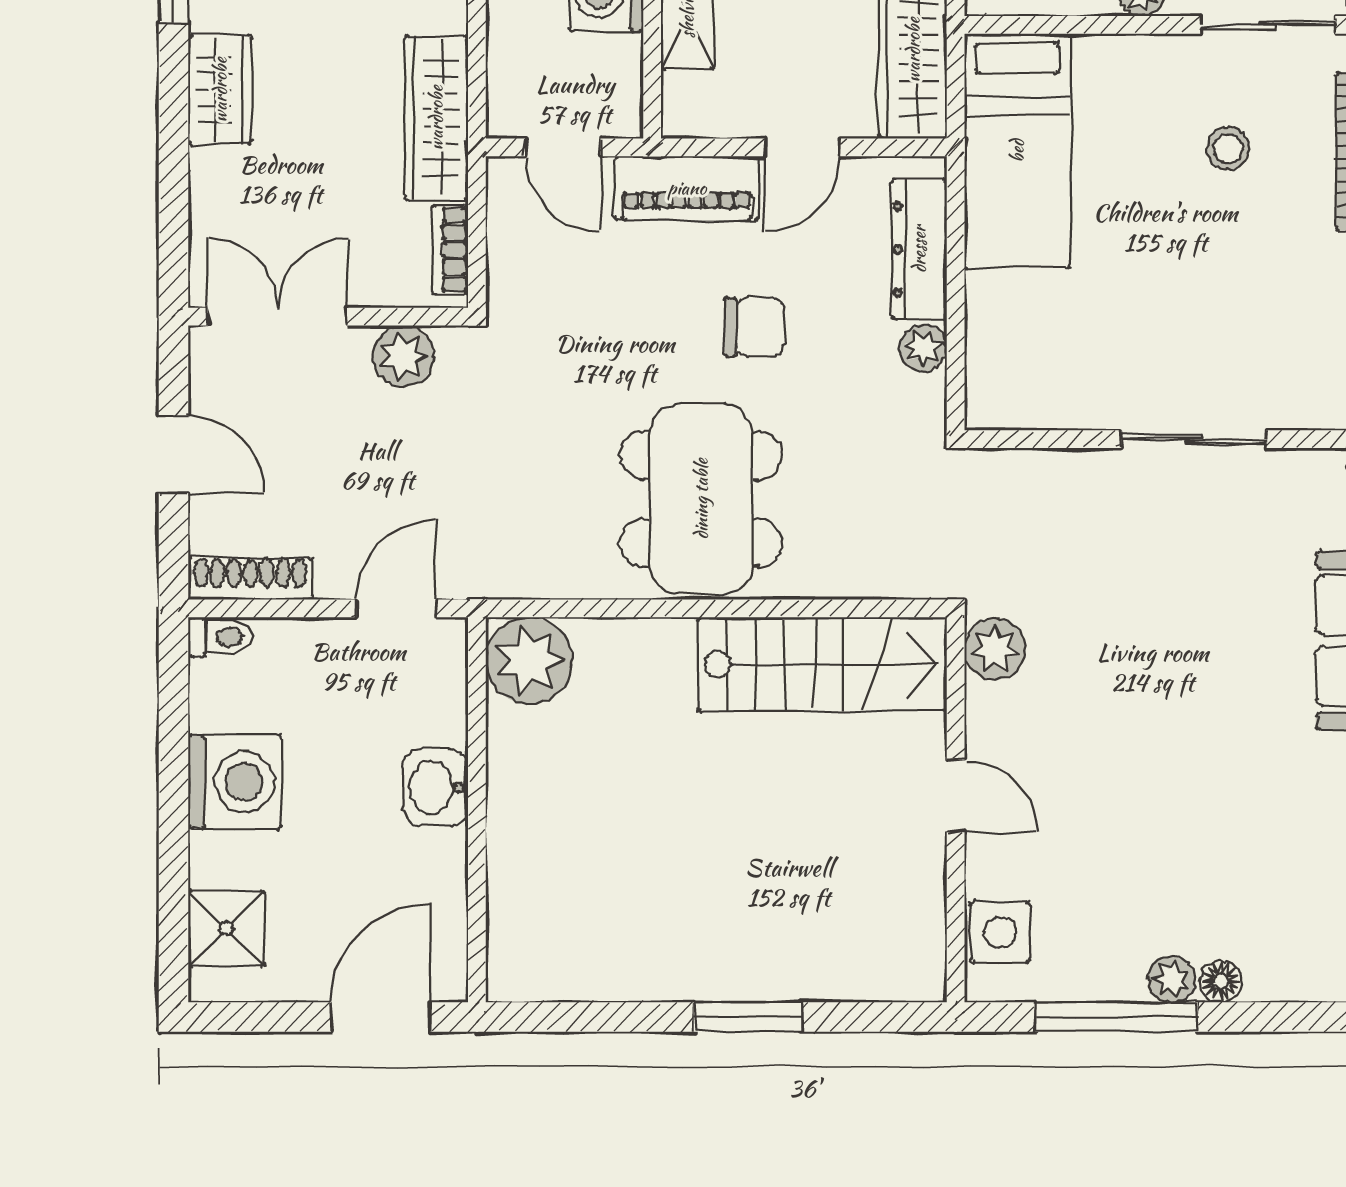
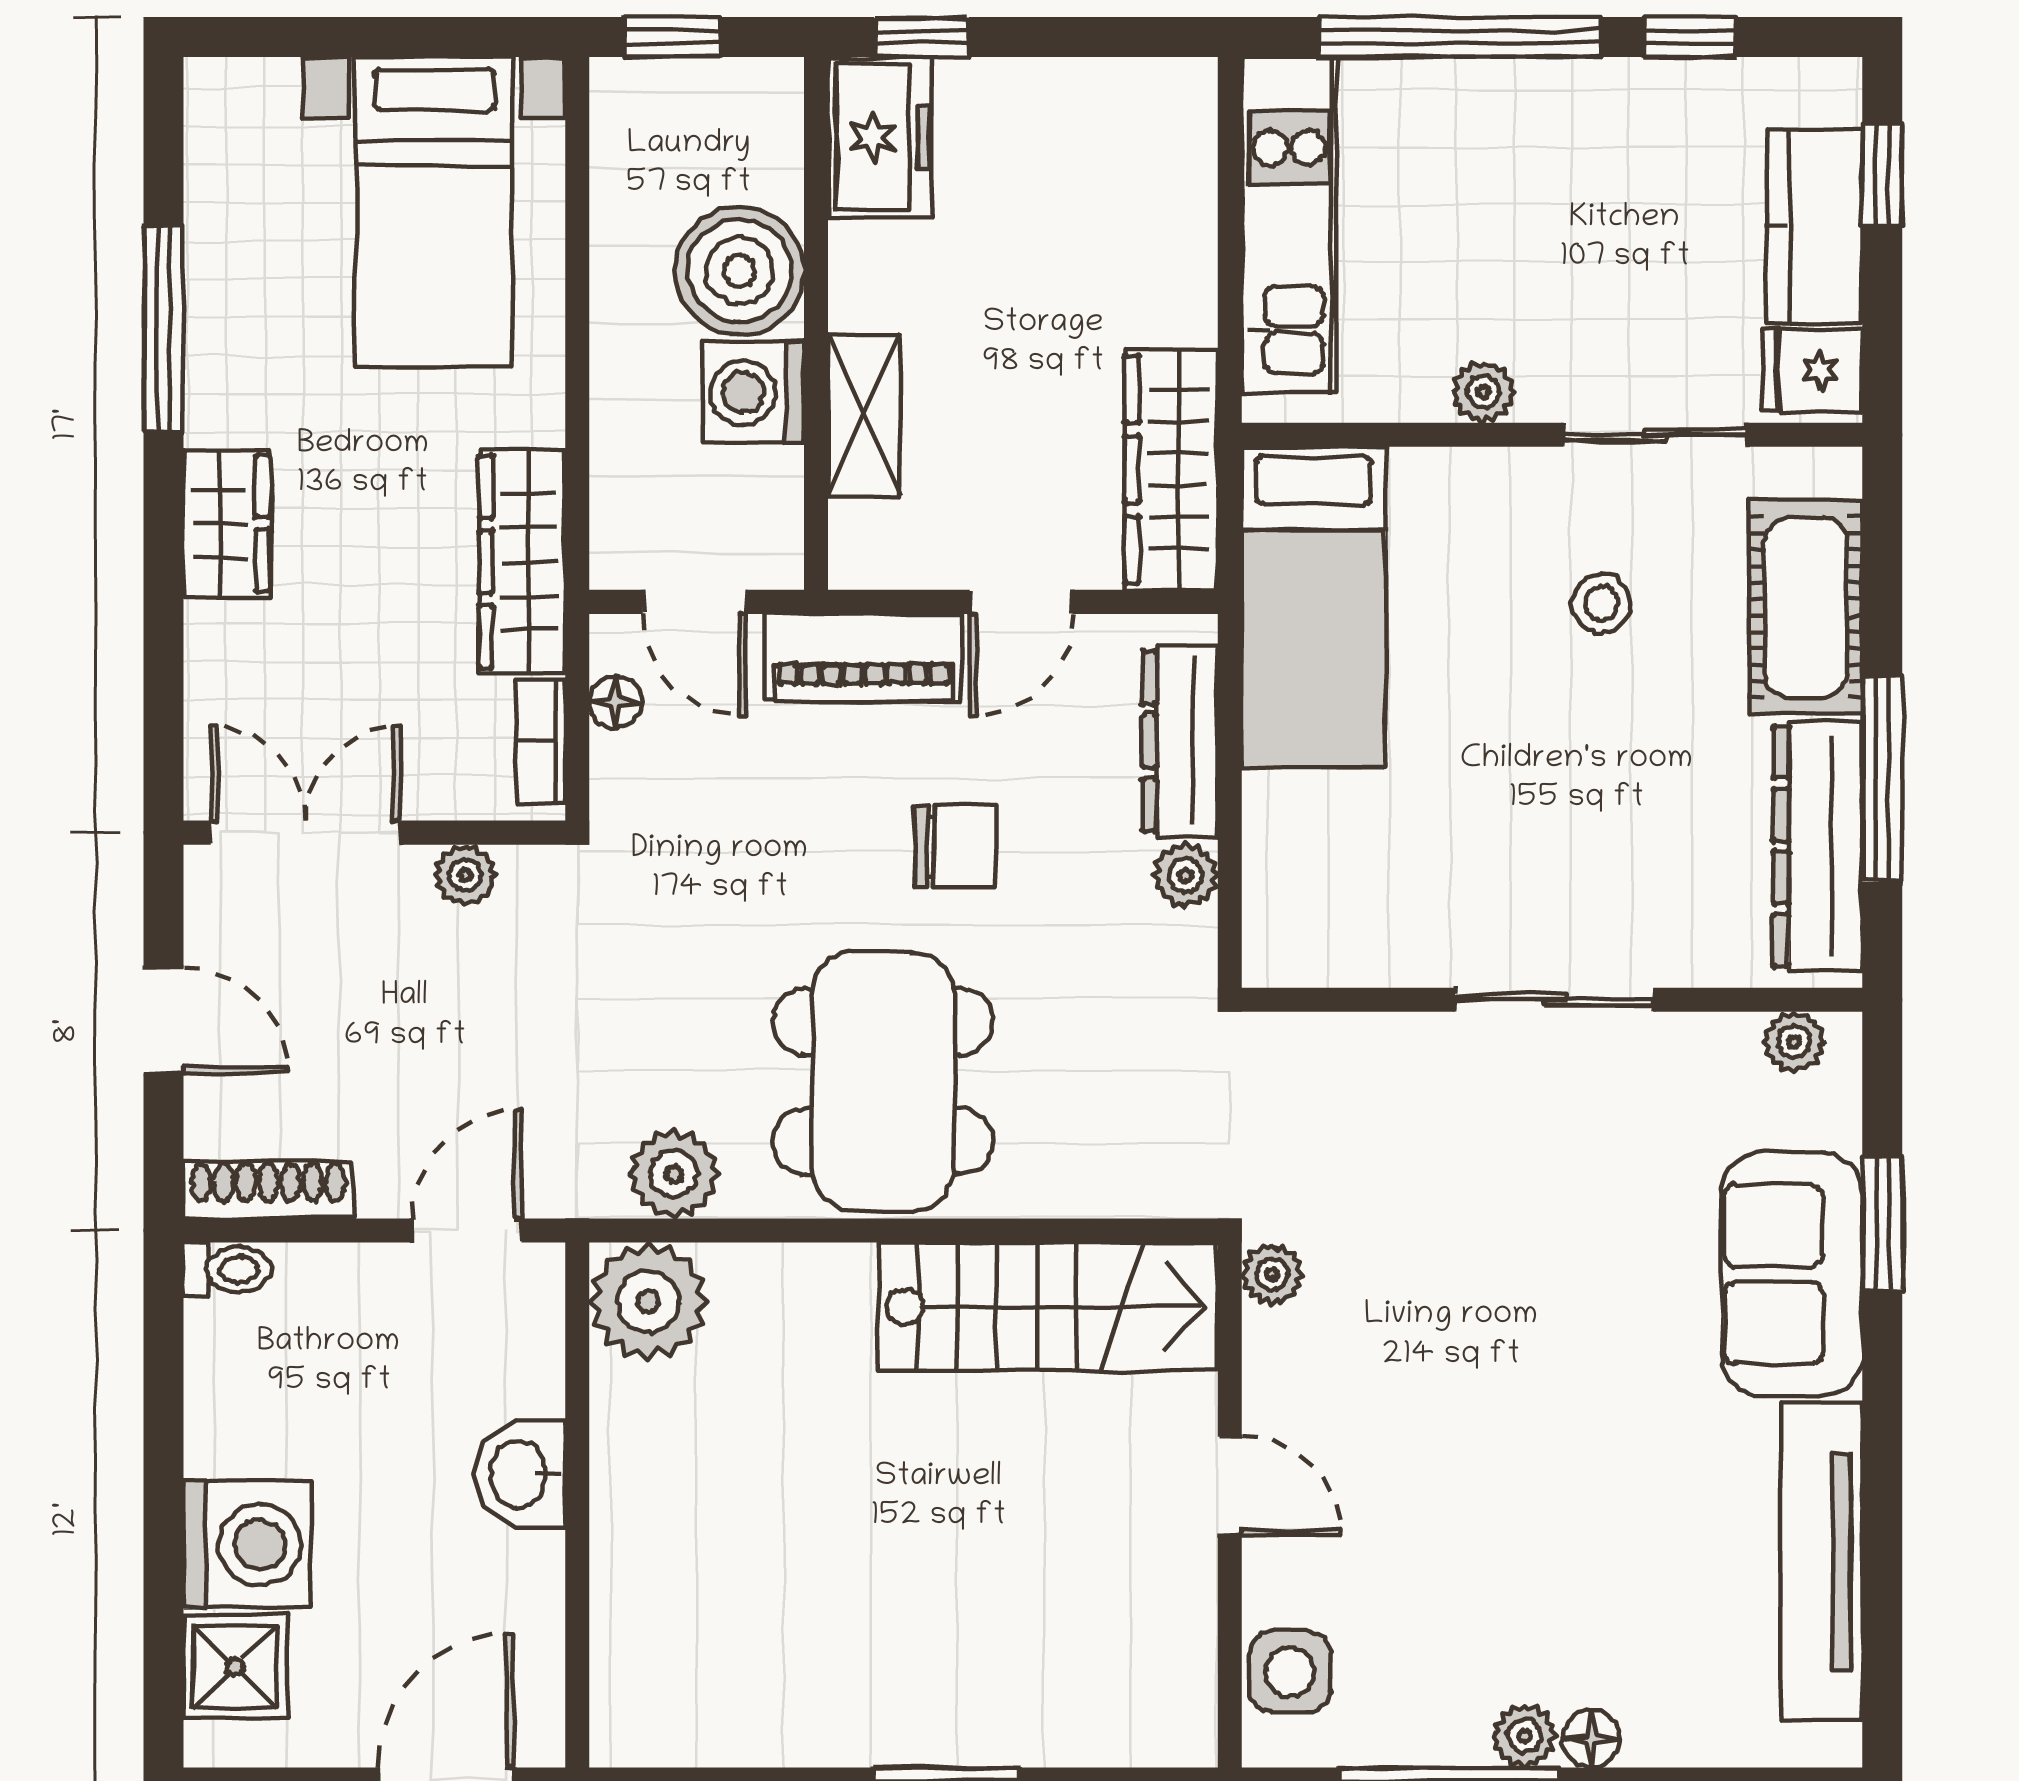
floor lamp: (505, 221) -> (615, 702), added
plant: (403, 356) -> (465, 875), width x0.73, depth x0.73
plant: (548, 567) -> (674, 1174), added
plant: (995, 649) -> (1272, 1274), width x0.73, depth x0.73
washing machine: (235, 782) -> (247, 1545), moved

